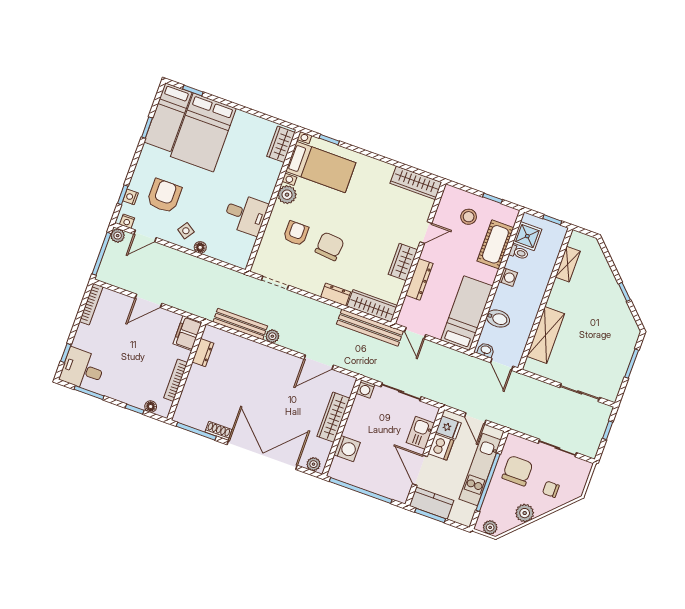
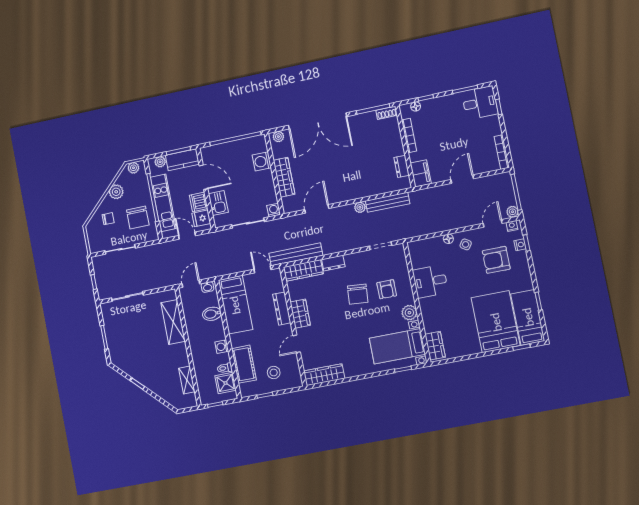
armchair: (164, 196) -> (496, 260), turned 90
door: (502, 364) -> (191, 284), hinge flipped
shoe rack: (218, 431) -> (387, 113), moved
plant: (457, 516) -> (160, 162), added

